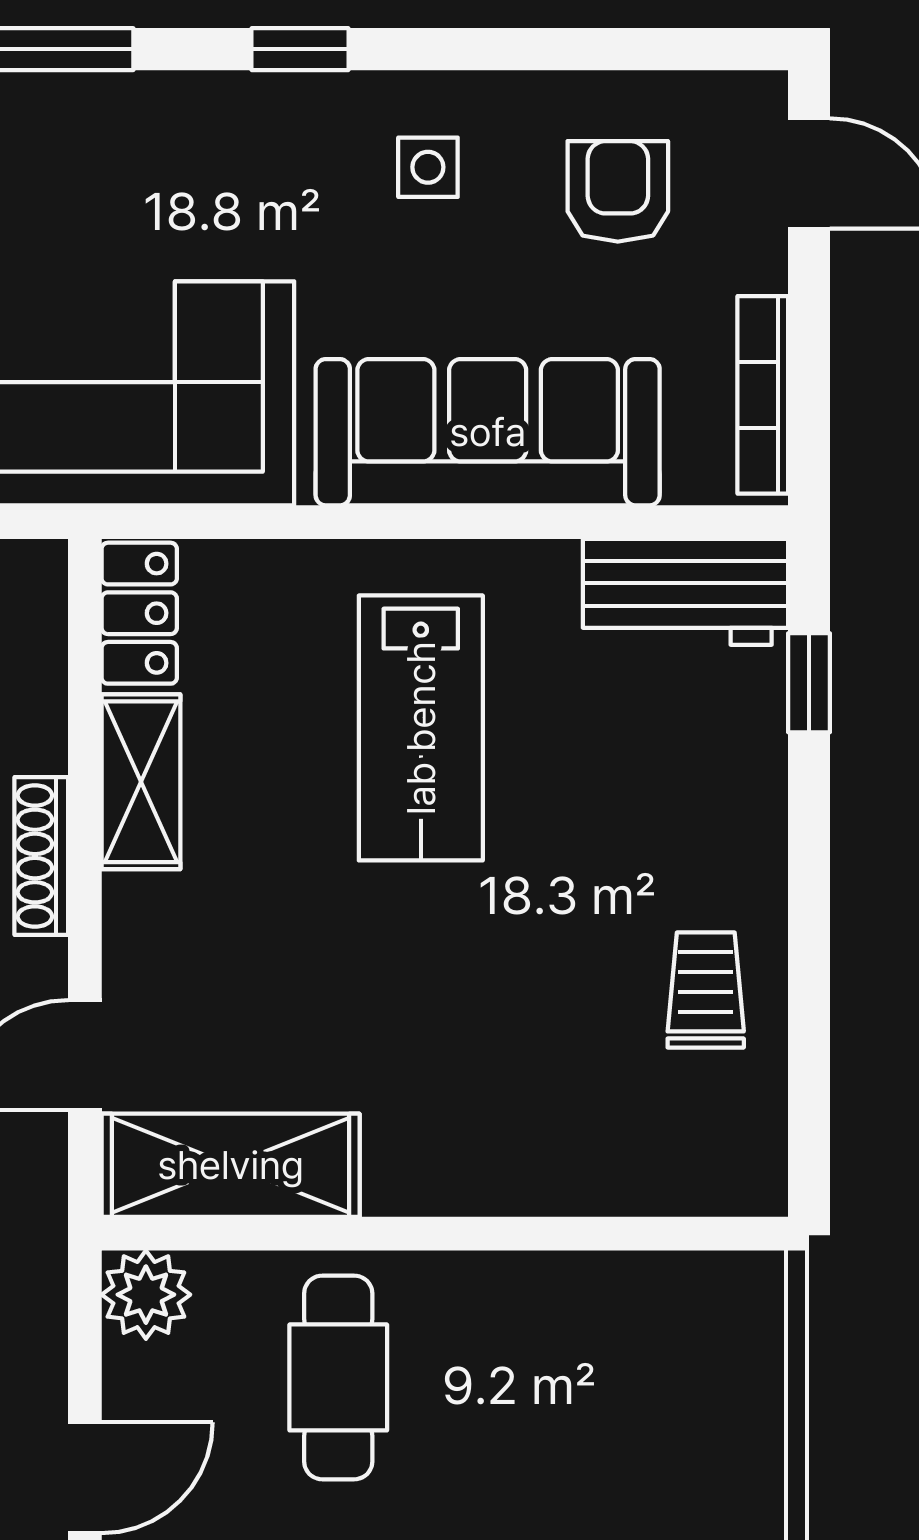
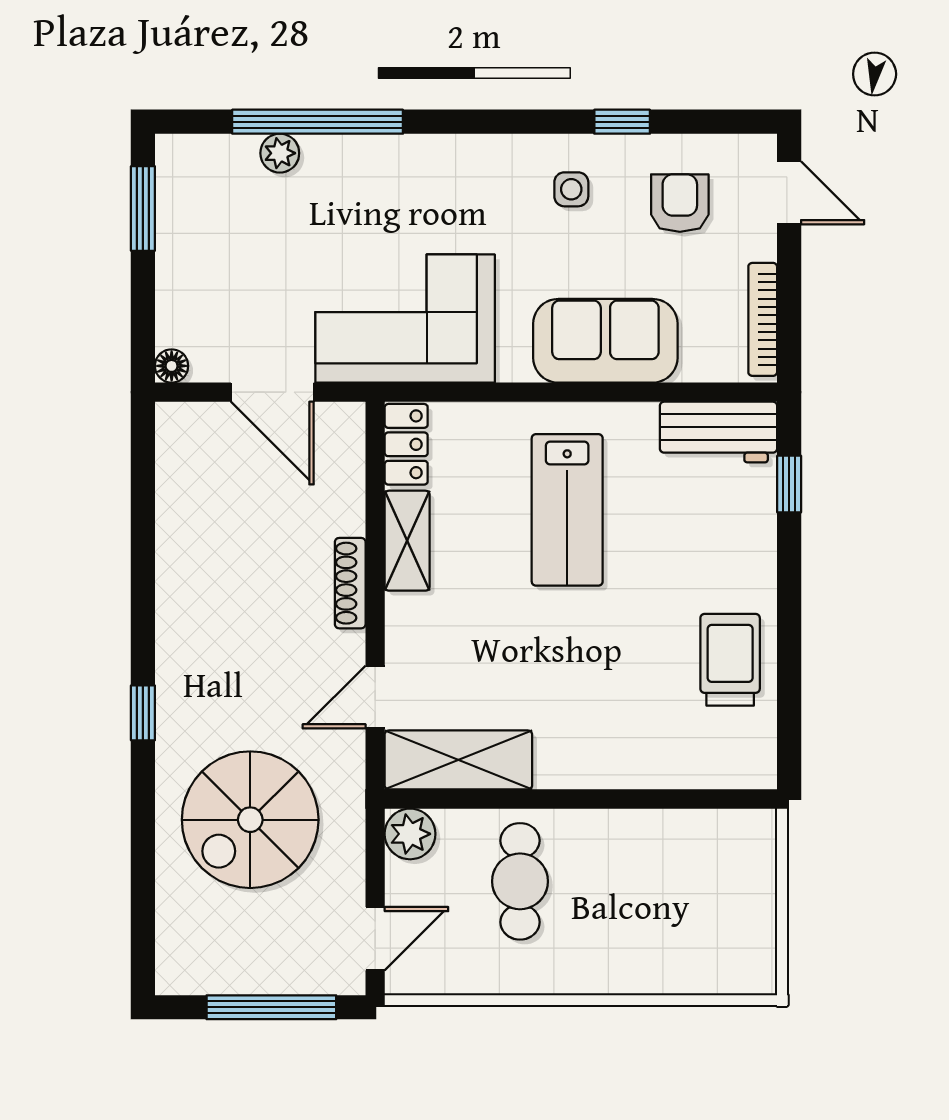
window: (300, 49) -> (622, 122), moved
sofa: (488, 432) -> (605, 341), width x0.73
trolley: (706, 990) -> (730, 660), width x1.36, depth x1.39

